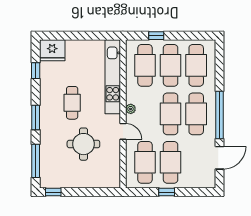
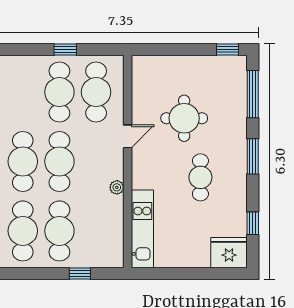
cafe table: (145, 65) -> (96, 231), removed
kitchen unit: (113, 77) -> (142, 229), width x0.73
plant: (131, 109) -> (117, 187), moved
door: (123, 131) -> (128, 136), swing flipped

